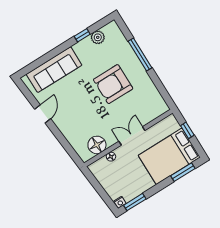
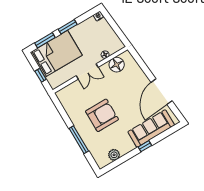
window: (82, 35) -> (145, 146), moved
door: (43, 114) -> (162, 92), width x1.88
window: (135, 202) -> (68, 27), moved

